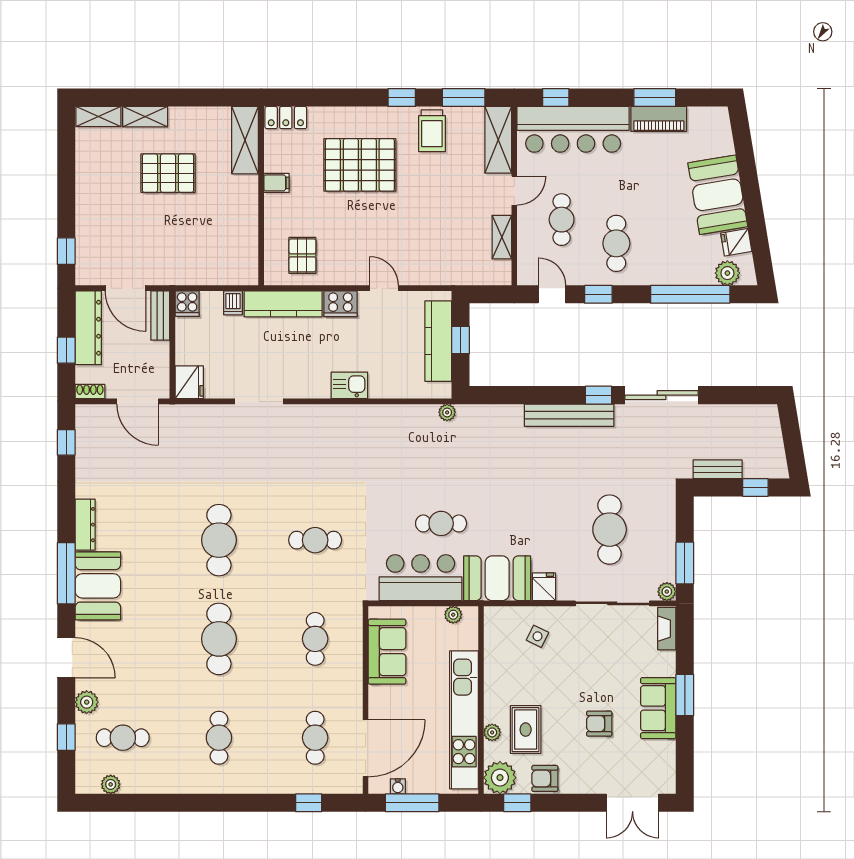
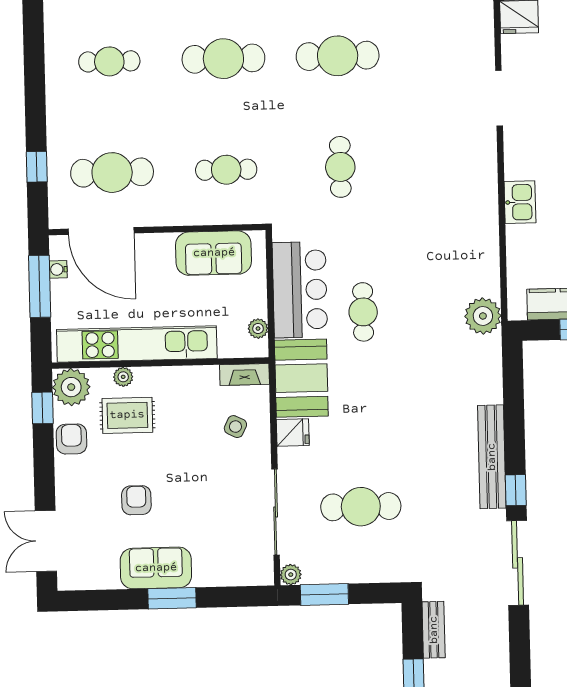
plant: (447, 412) -> (483, 316), width x1.88, depth x1.88
fireplace: (667, 629) -> (245, 375), moved, turned 180
cafe table: (315, 738) -> (112, 173), width x1.37, depth x1.35

